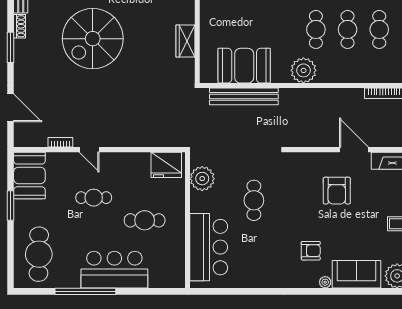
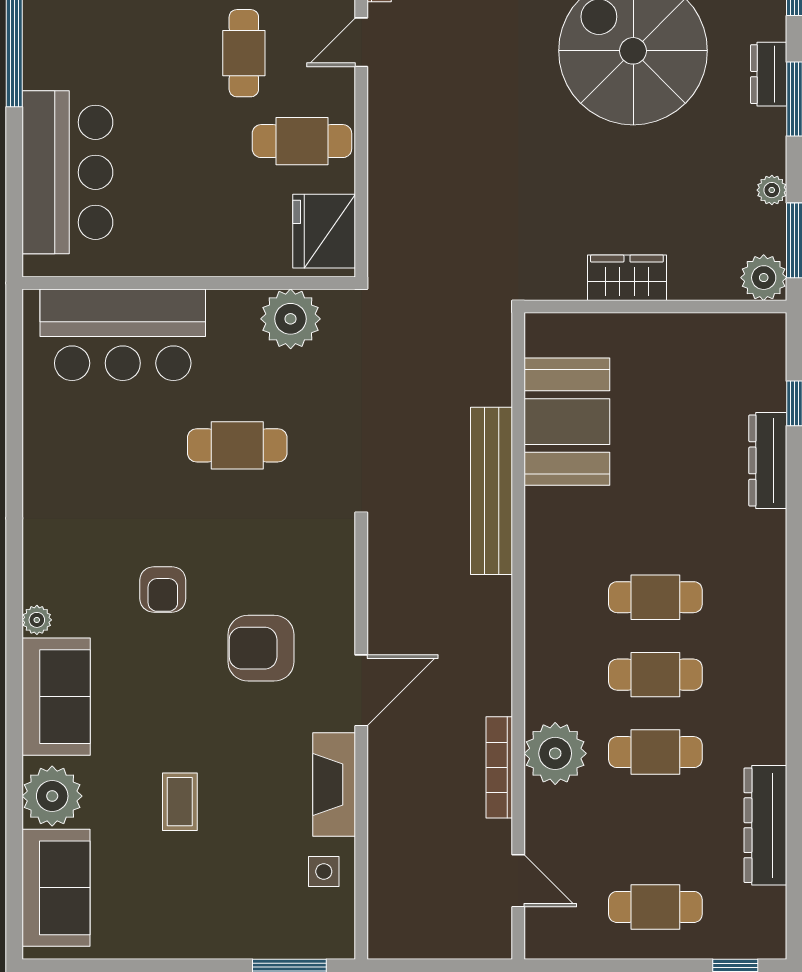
plant: (303, 70) -> (555, 753), moved
bench: (244, 96) -> (491, 491), moved
cafe table: (145, 220) -> (302, 141), moved, turned 90
armchair: (311, 251) -> (163, 589), moved
bar counter: (114, 270) -> (67, 172), moved

